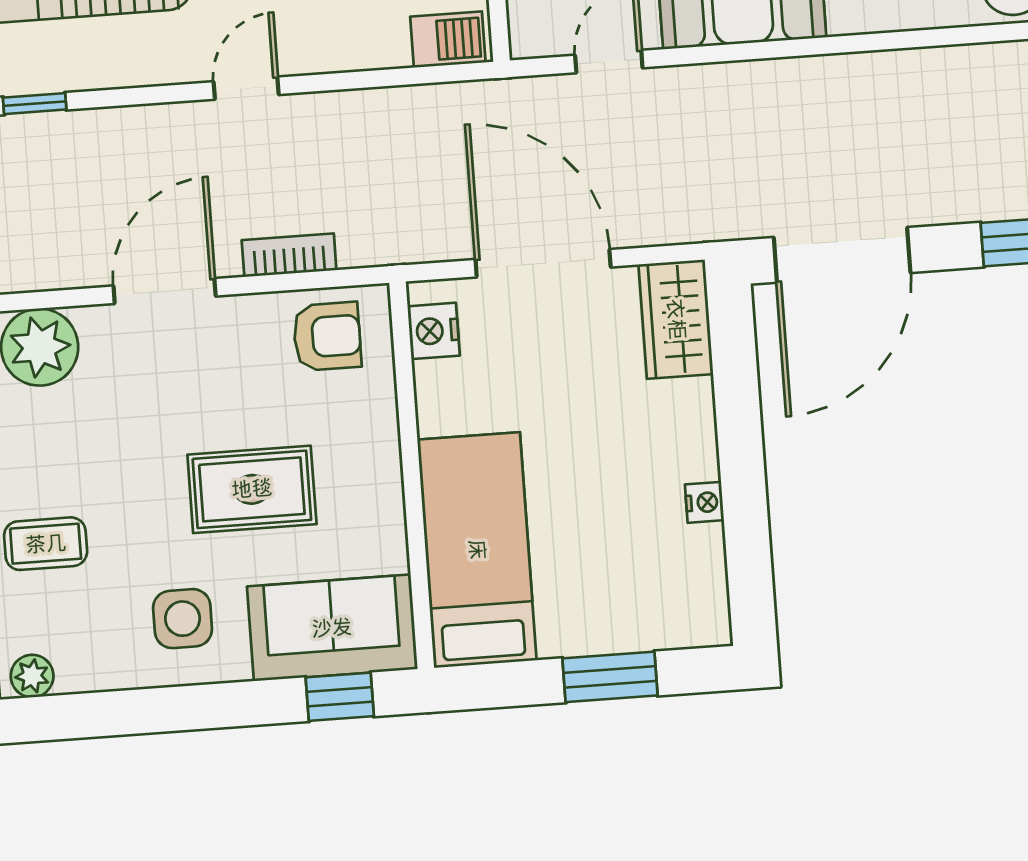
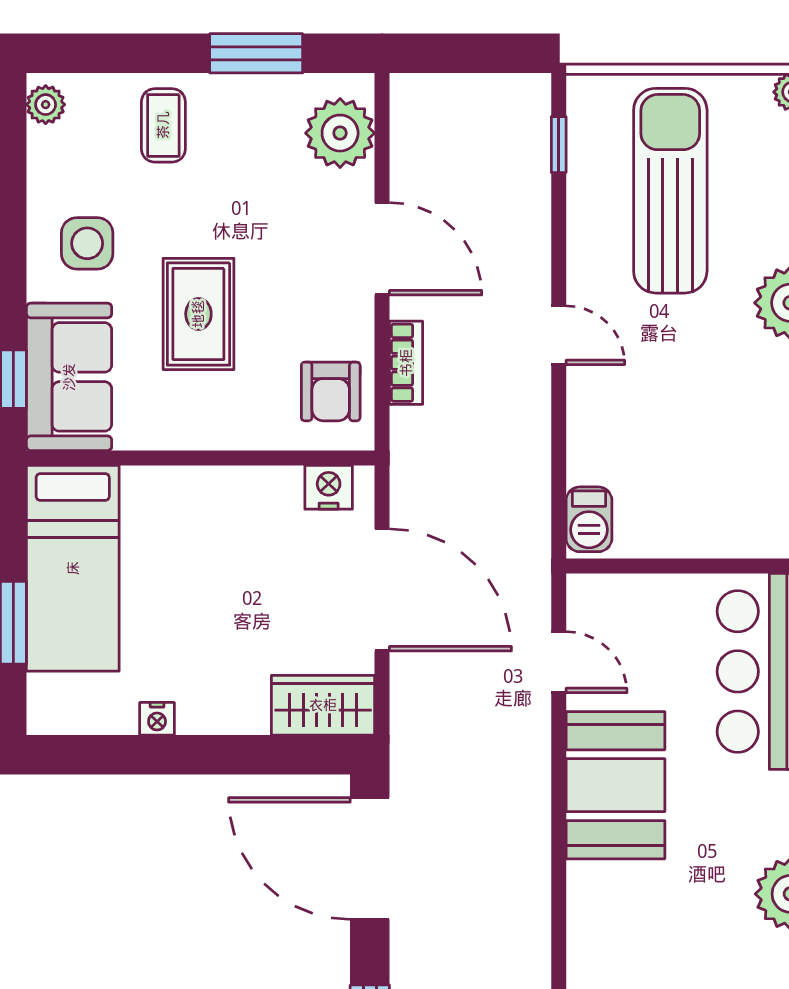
door: (543, 263) -> (382, 590), hinge flipped
bed: (477, 550) -> (73, 568), moved, turned 90

